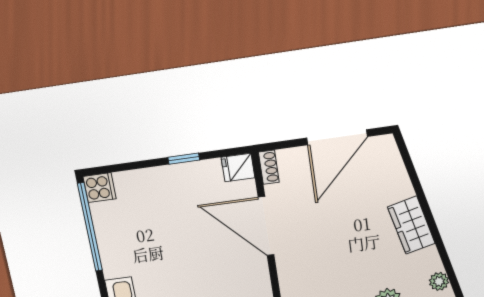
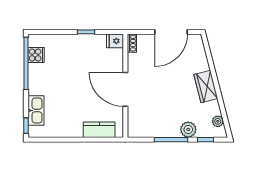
cooker: (100, 188) -> (36, 55), moved
door: (266, 226) -> (125, 89), moved

